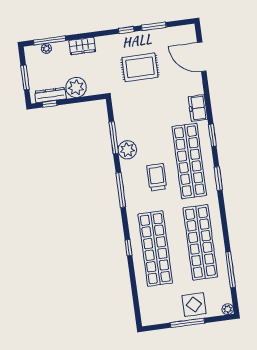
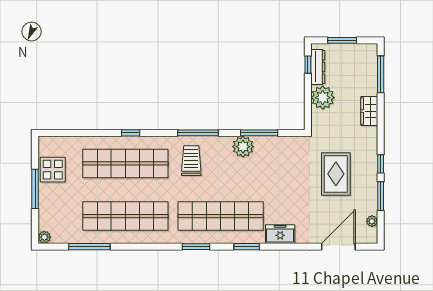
plant: (46, 49) -> (372, 221), moved
trolley: (157, 177) -> (191, 161), moved, turned -90
display table: (194, 305) -> (53, 170), moved

